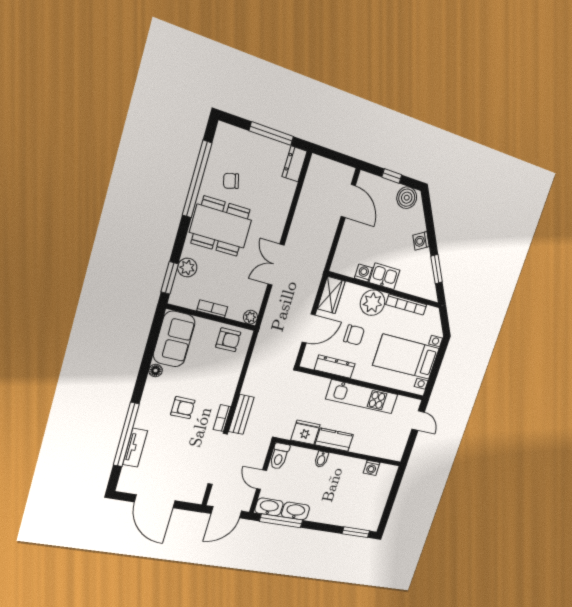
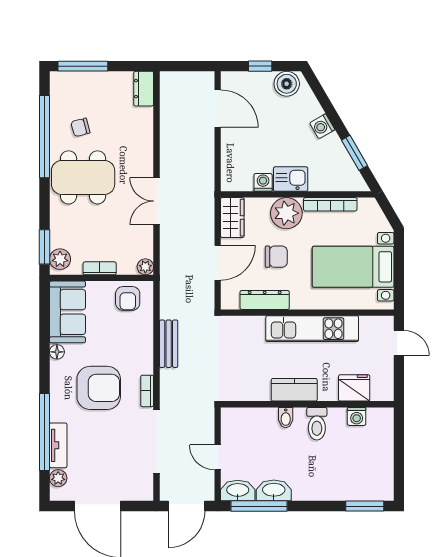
window: (271, 134) -> (83, 66), moved
plant: (187, 268) -> (60, 259), moved
armchair: (228, 340) -> (128, 298), turned 90
armchair: (183, 408) -> (99, 388), width x1.88, depth x1.88
bench: (241, 414) -> (169, 344), moved
fridge: (305, 432) -> (354, 388), moved
toilet: (279, 456) -> (317, 424), moved
plant: (128, 474) -> (58, 478), added

